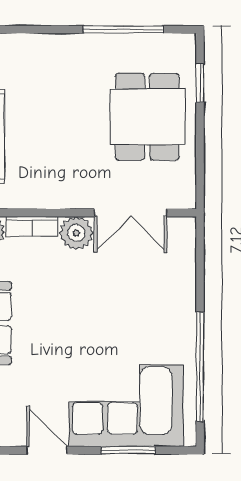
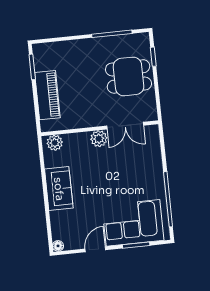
dining table: (147, 117) -> (129, 76), turned 90
bookcase: (32, 226) -> (76, 138), removed
door: (47, 450) -> (95, 249), hinge flipped

